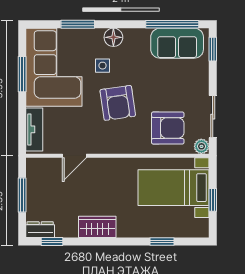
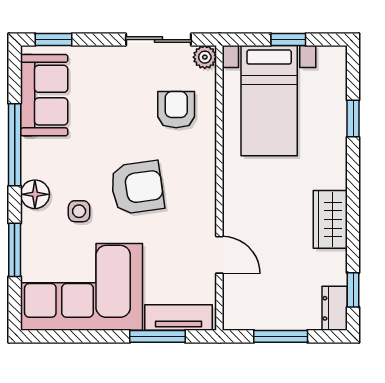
window: (172, 24) -> (15, 145), moved
window: (22, 74) -> (157, 336), moved
armchair: (168, 128) -> (176, 110), width x0.72, depth x0.72

